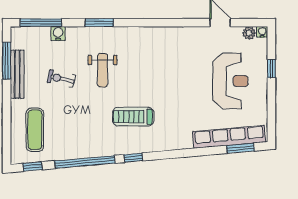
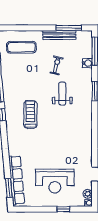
weight bench: (103, 70) -> (62, 94), turned 90

